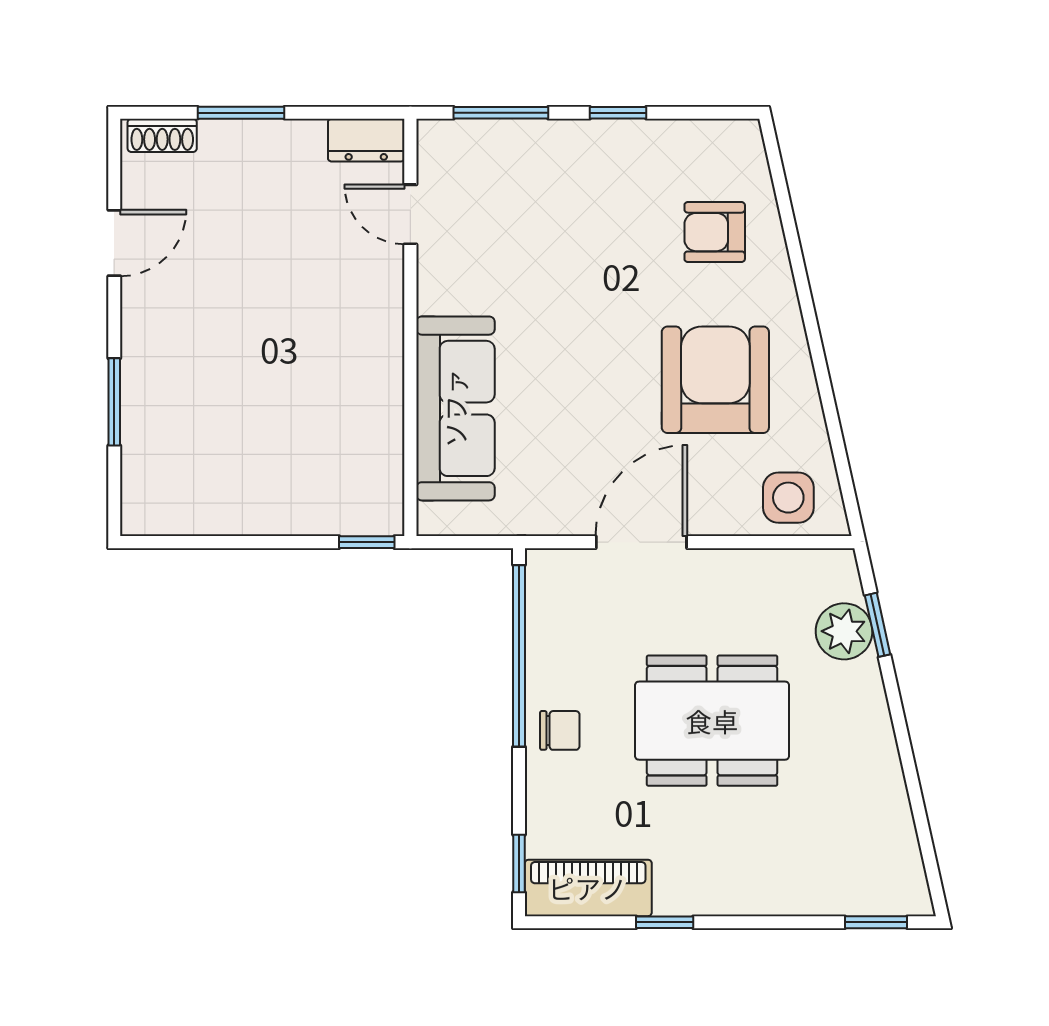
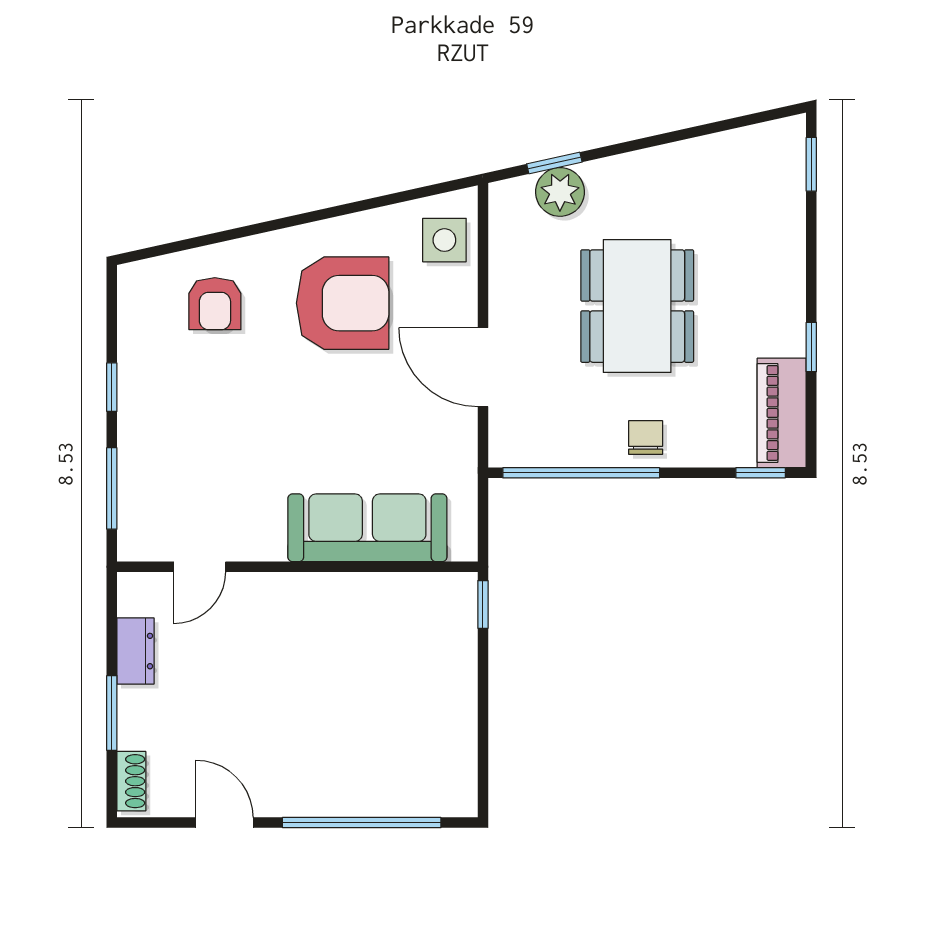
dresser: (366, 140) -> (136, 651), moved
armchair: (715, 380) -> (343, 303), turned 180
window: (114, 402) -> (362, 823), width x2.11

